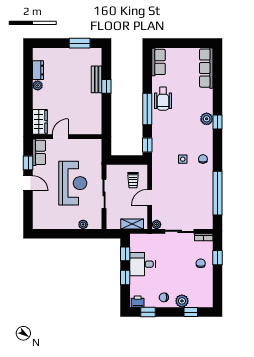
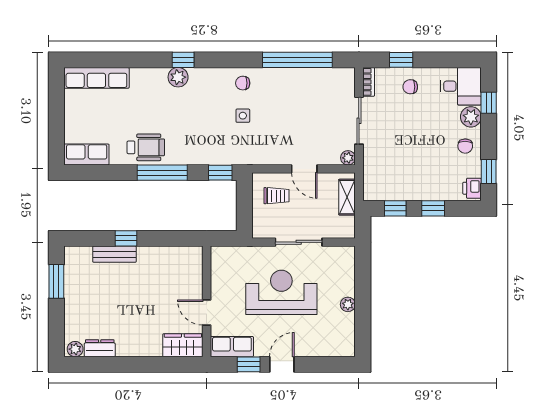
plant: (38, 85) -> (75, 349), moved
plant: (83, 224) -> (348, 304), moved
desk: (142, 264) -> (461, 86), moved, turned -90

